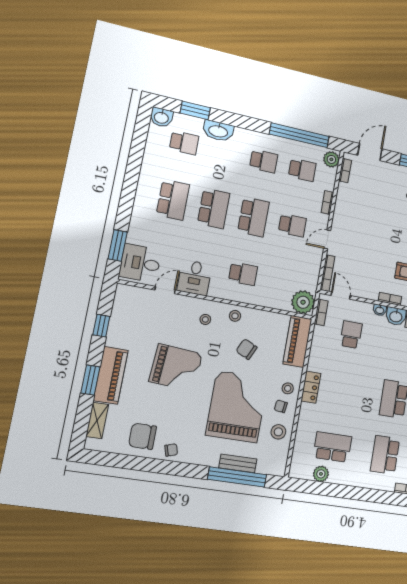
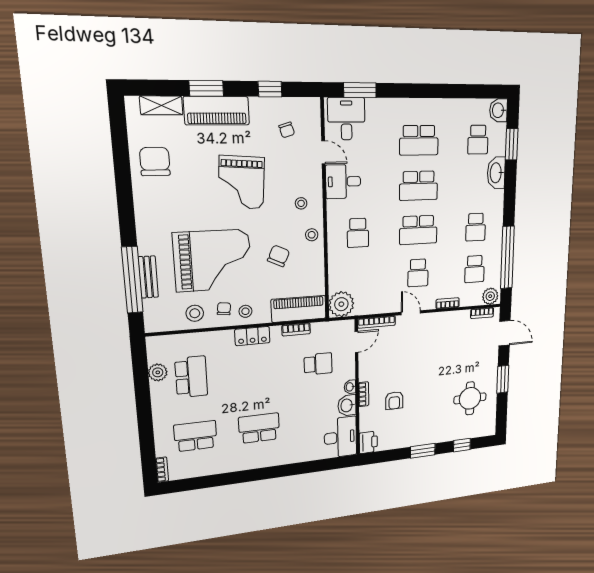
bookcase: (321, 312) -> (296, 329), moved
chair: (171, 450) -> (287, 130), moved

